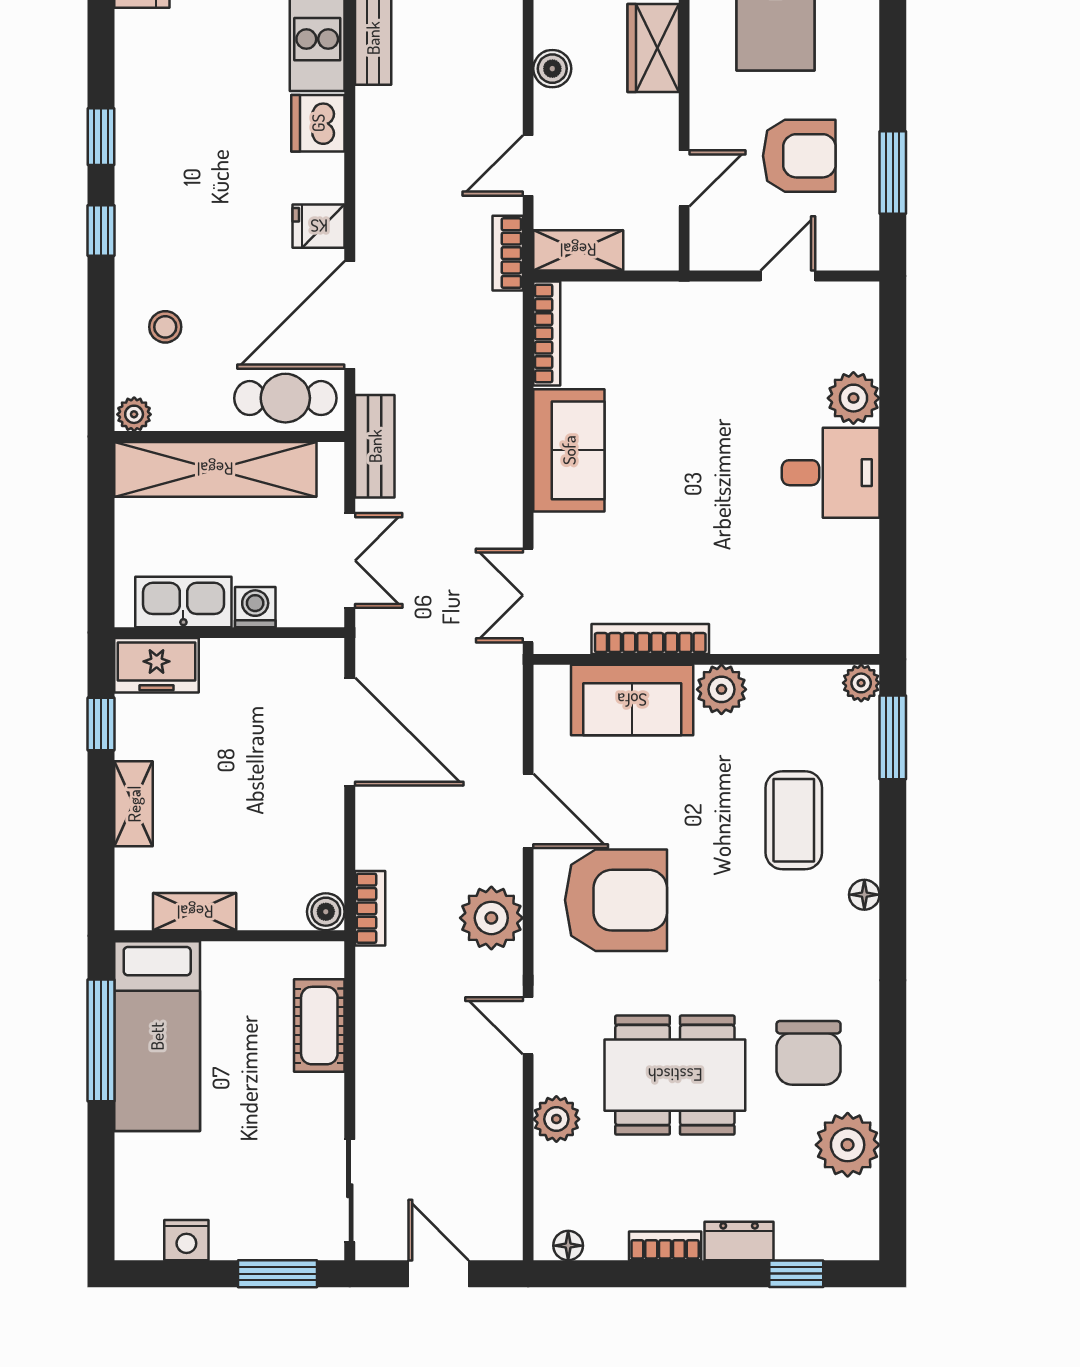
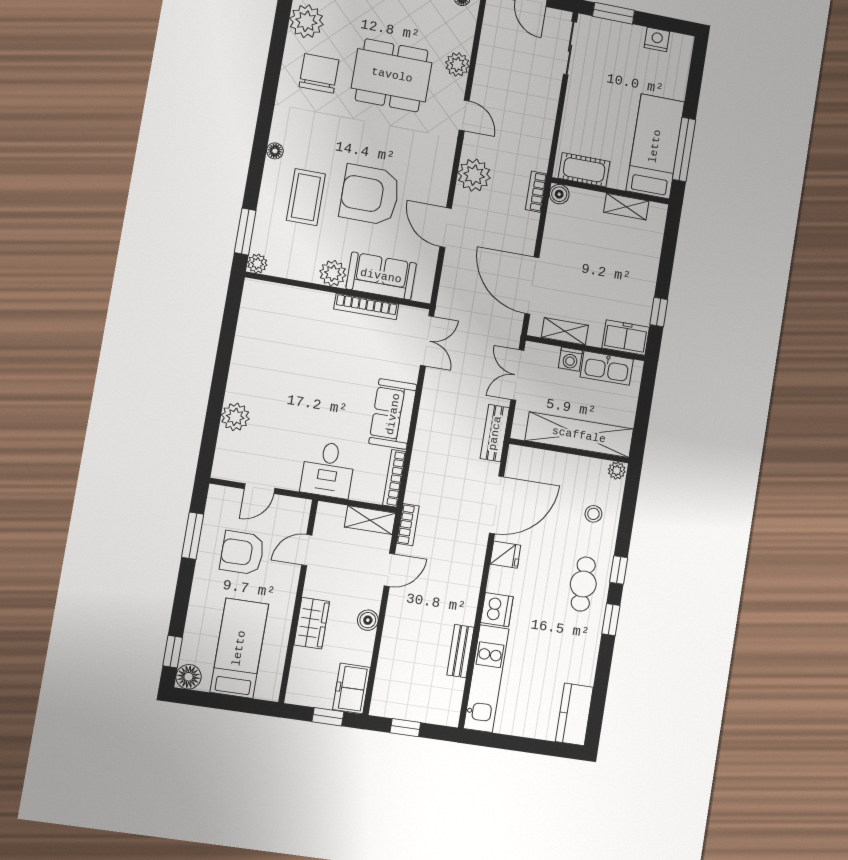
cafe table: (285, 398) -> (583, 584), moved, turned 90
desk: (831, 473) -> (328, 470), moved, turned -90
shelving: (134, 804) -> (565, 331), moved, turned 90
armchair: (616, 900) -> (370, 195), moved
cot: (319, 1026) -> (584, 170), moved, turned 90

